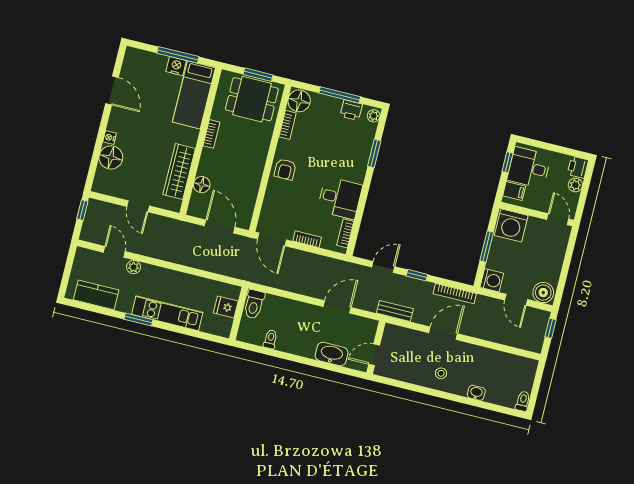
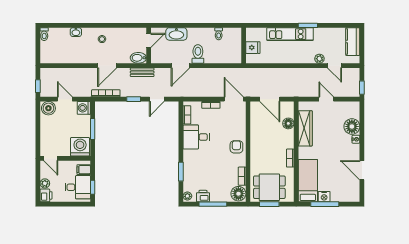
kitchen counter: (96, 295) -> (353, 42), moved, turned 90
toilet: (254, 304) -> (198, 54), moved
bidet: (395, 333) -> (138, 58), added

